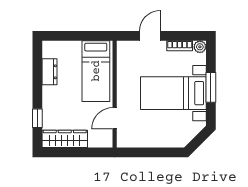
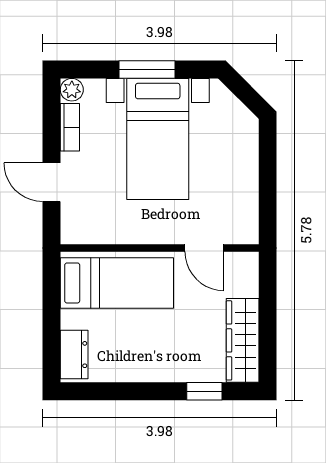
dresser: (50, 72) -> (74, 355), moved, turned 90

